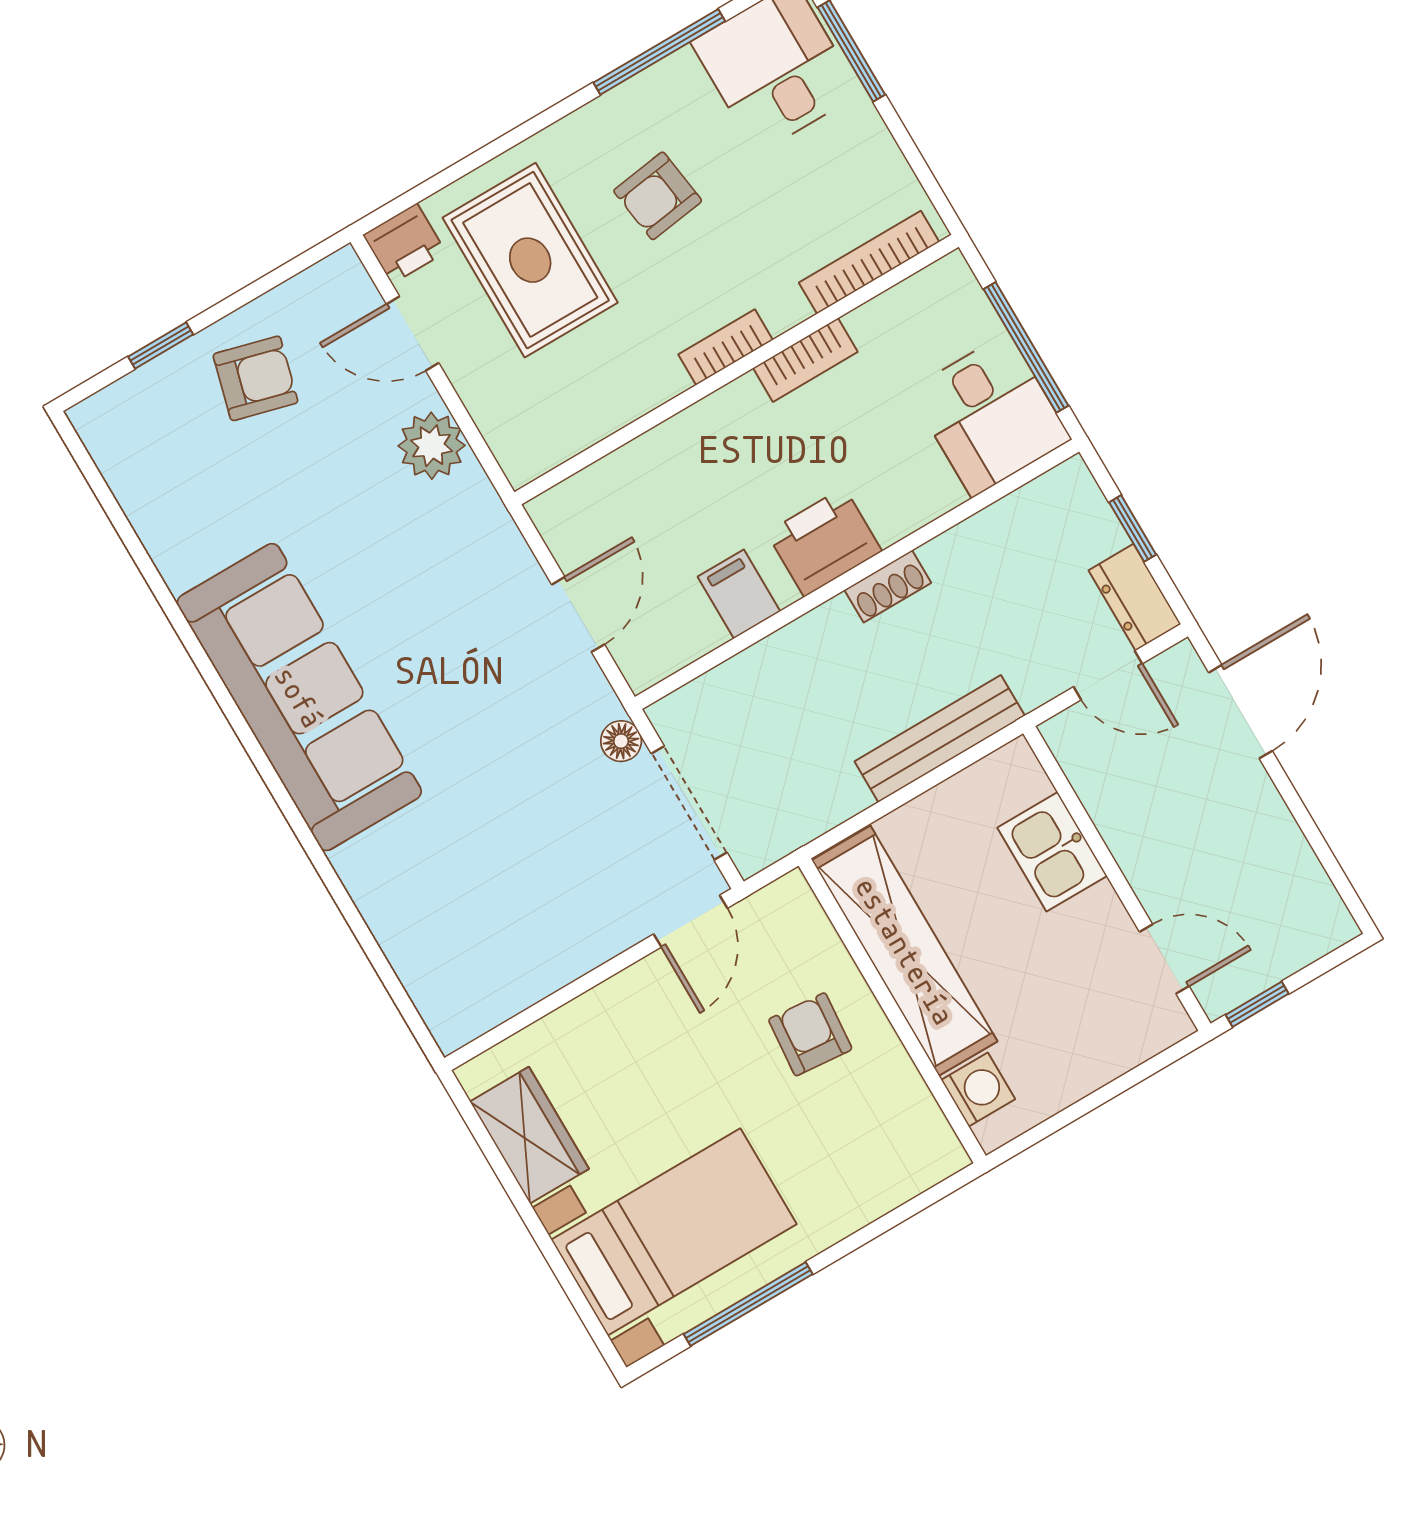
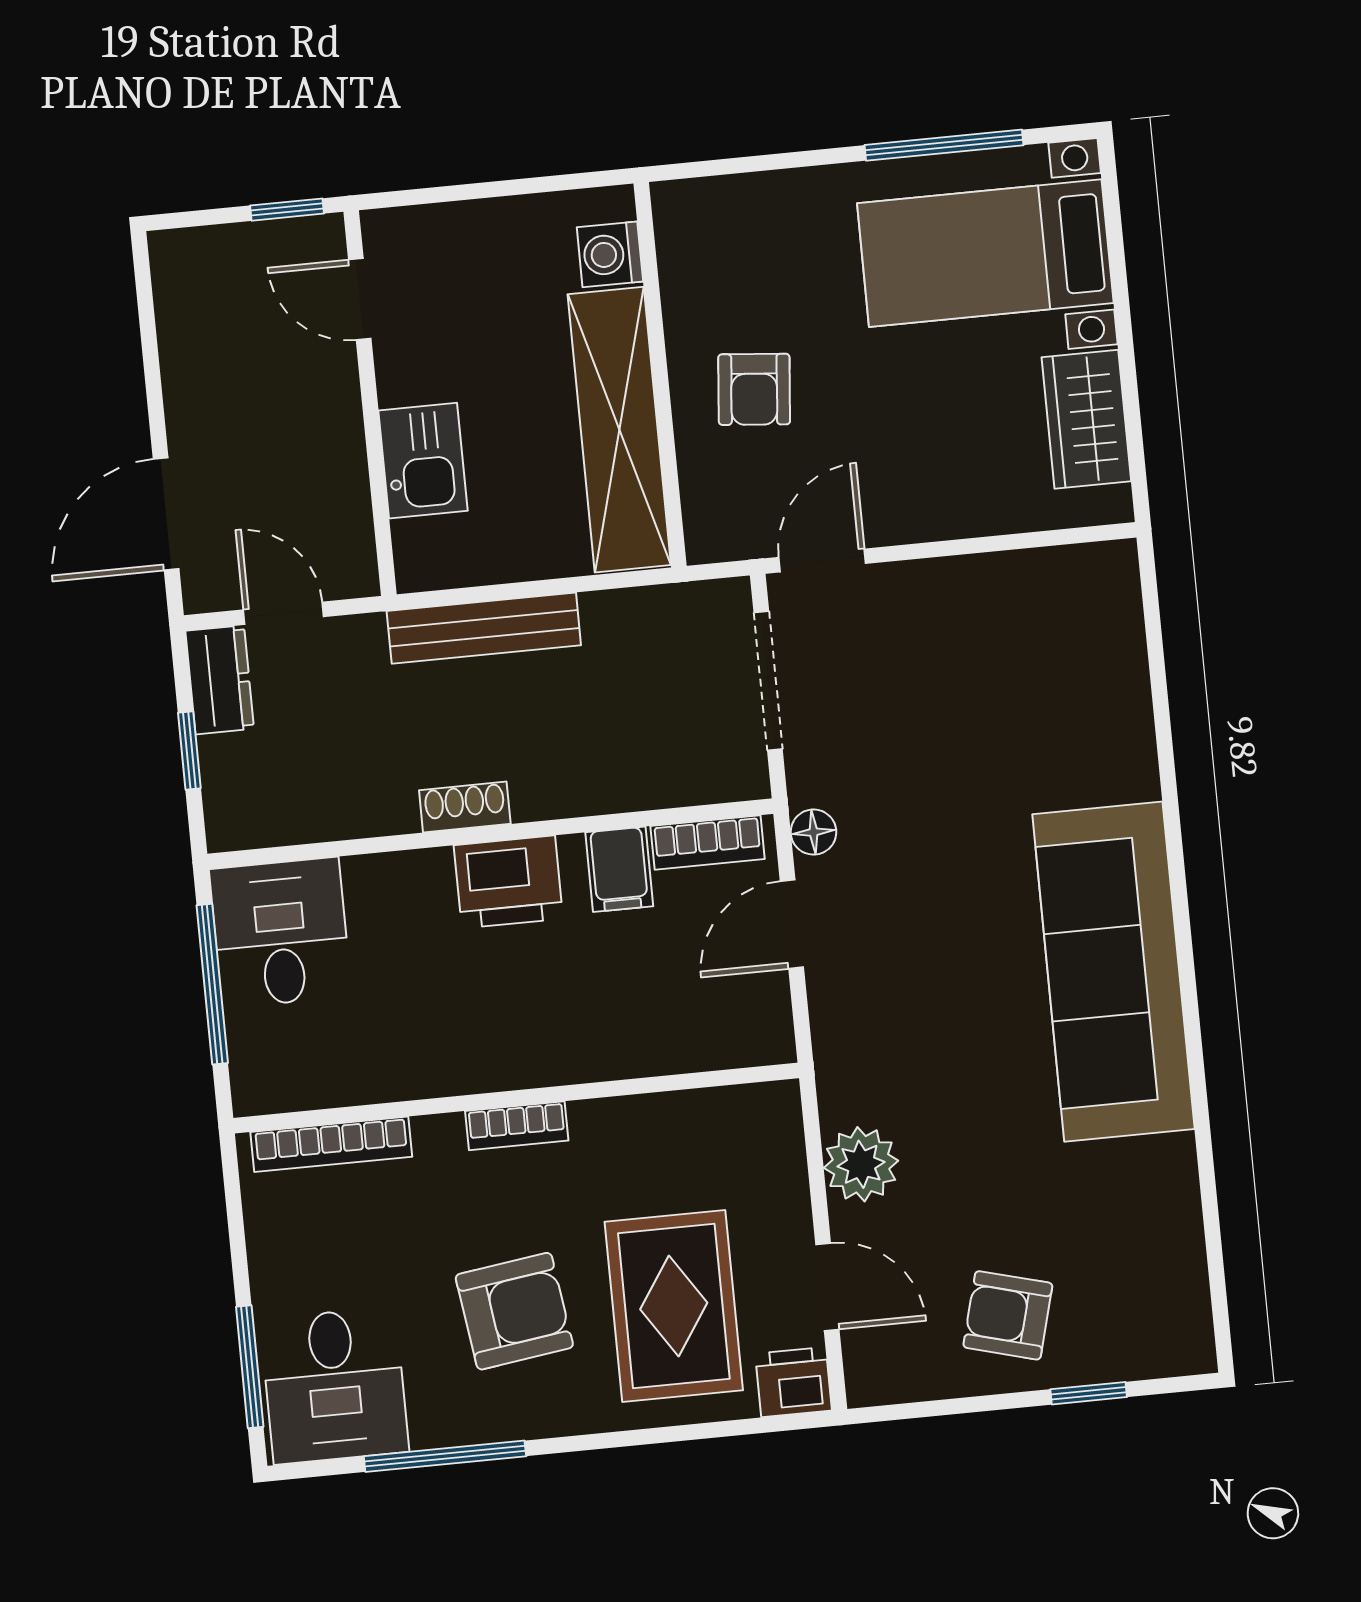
armchair: (658, 196) -> (514, 1311), width x1.38, depth x1.38
bookcase: (805, 360) -> (708, 842), moved, turned 180
floor lamp: (621, 741) -> (813, 832), moved

